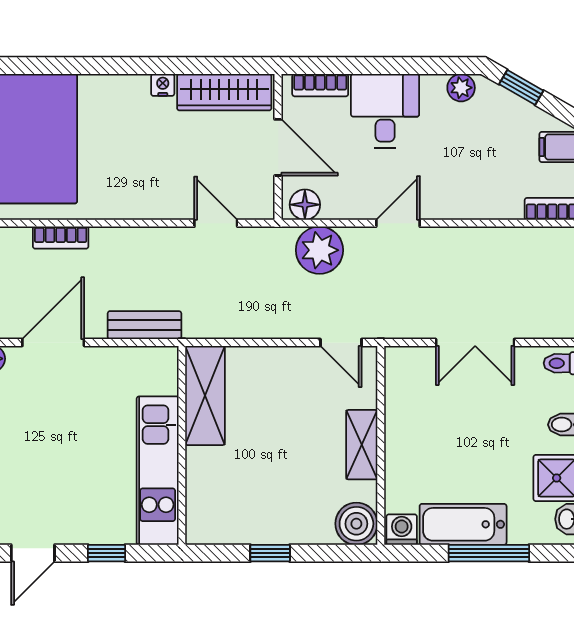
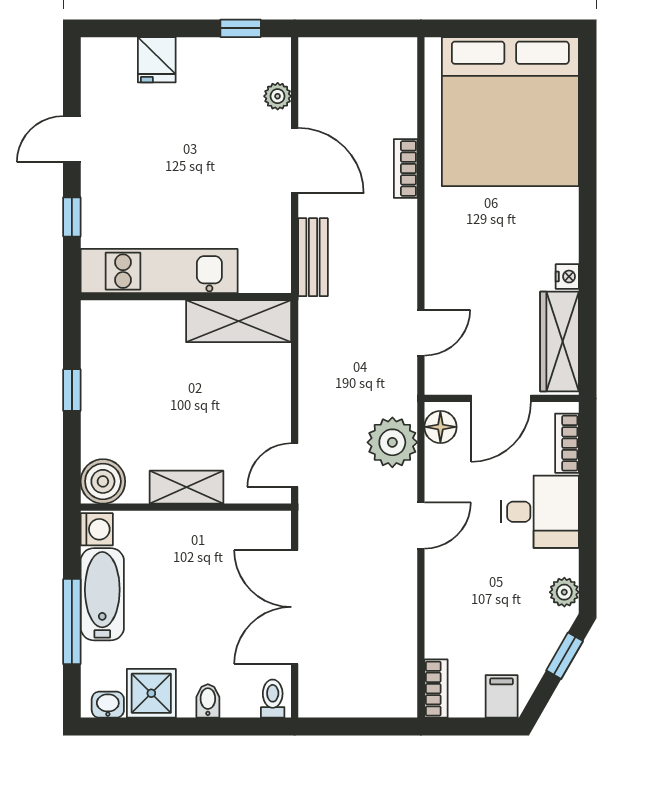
door: (398, 223) -> (421, 525), hinge flipped
double door: (475, 343) -> (295, 607), width x1.37
door: (33, 553) -> (72, 139), hinge flipped

